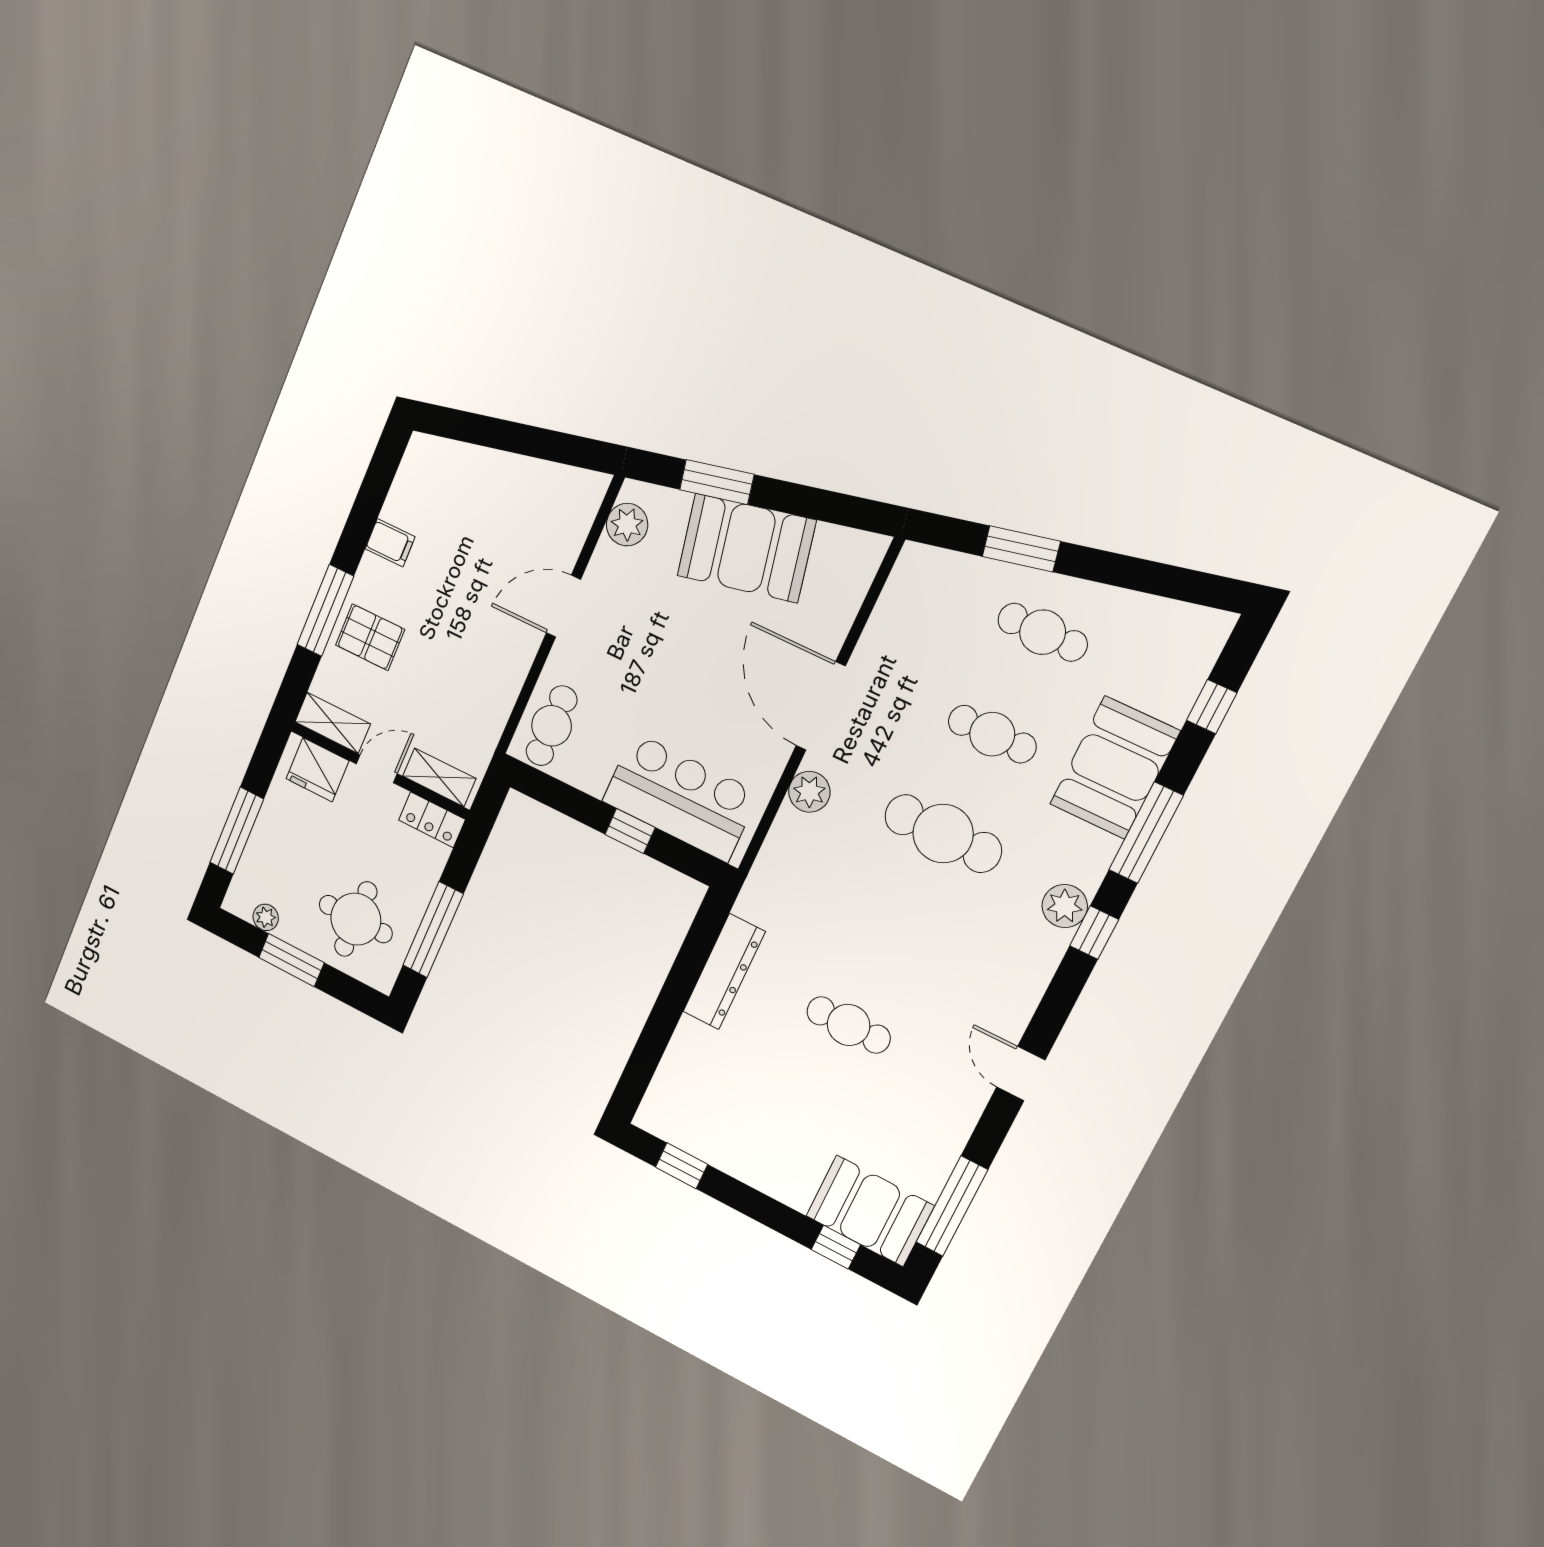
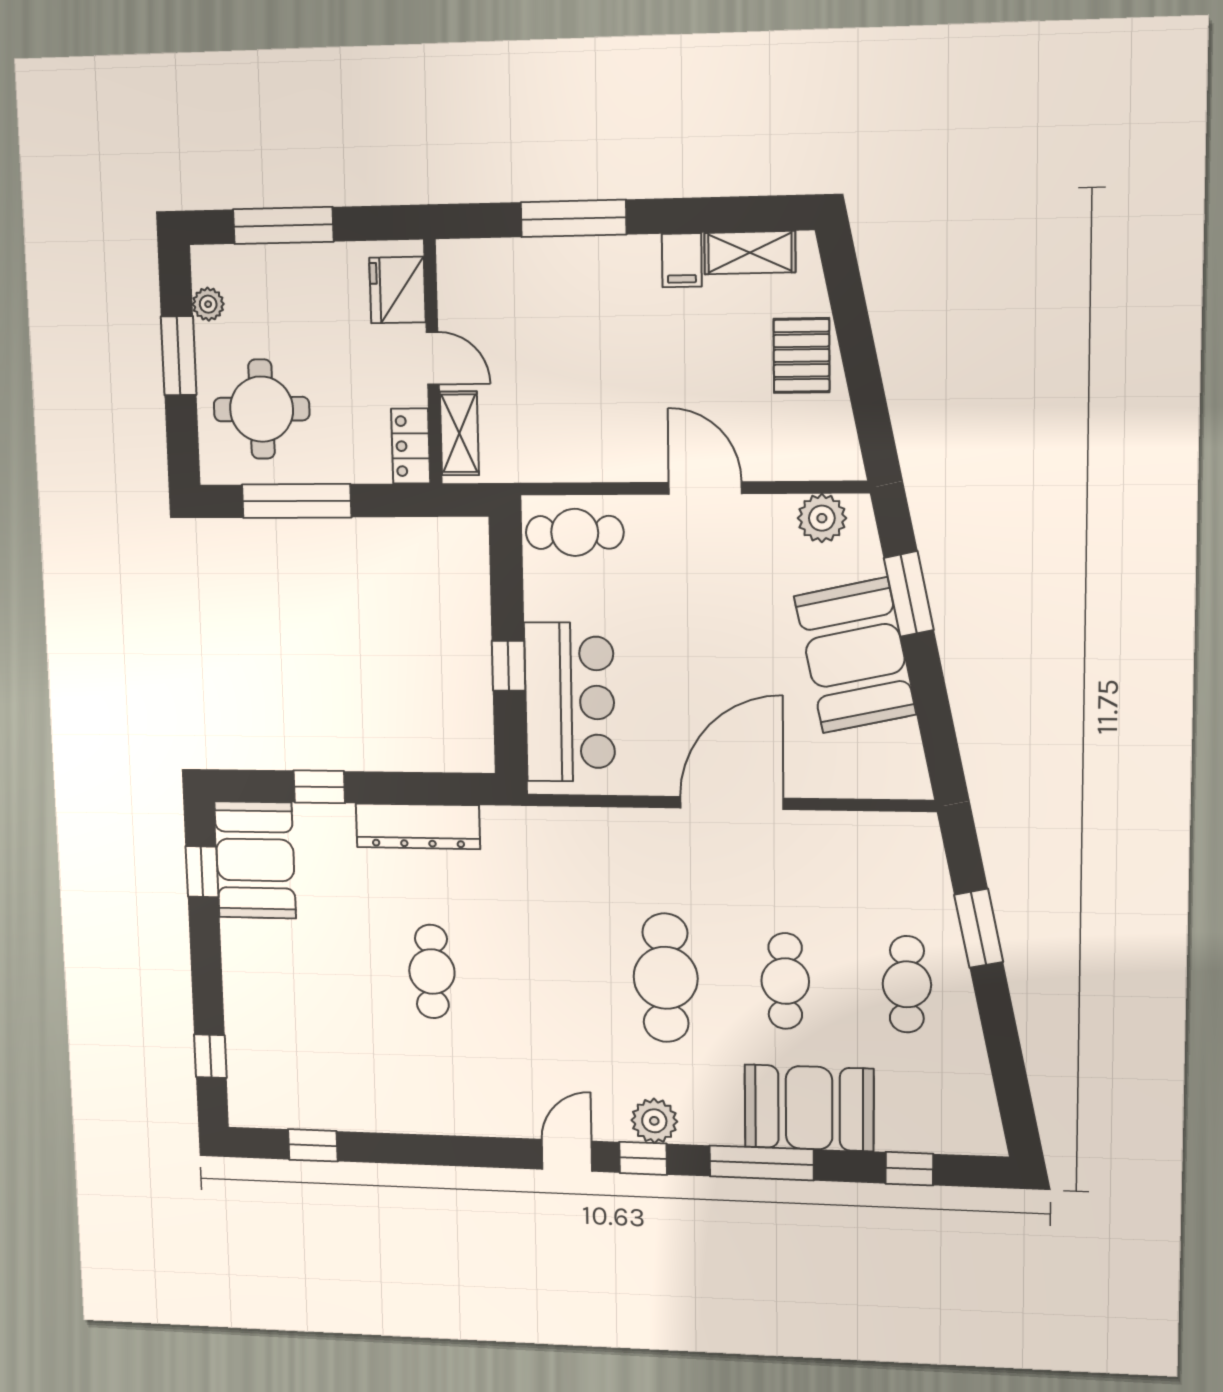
pallet: (370, 637) -> (802, 356), moved
shelving: (333, 723) -> (750, 253), moved, turned 90
plant: (809, 792) -> (641, 830), removed
window: (657, 1033) -> (319, 787), added
door: (1021, 1074) -> (567, 1155), moved
window: (952, 1206) -> (313, 1145), width x0.46
booth: (870, 1211) -> (255, 860), moved

